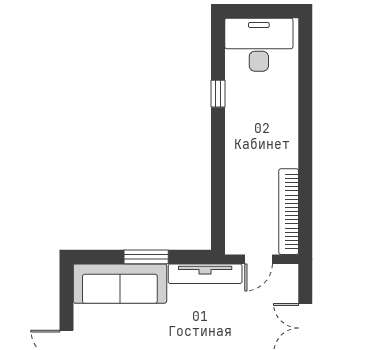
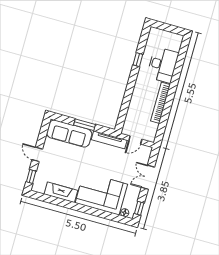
desk: (259, 45) -> (163, 65), moved, turned 90
bookcase: (289, 212) -> (160, 103), moved

